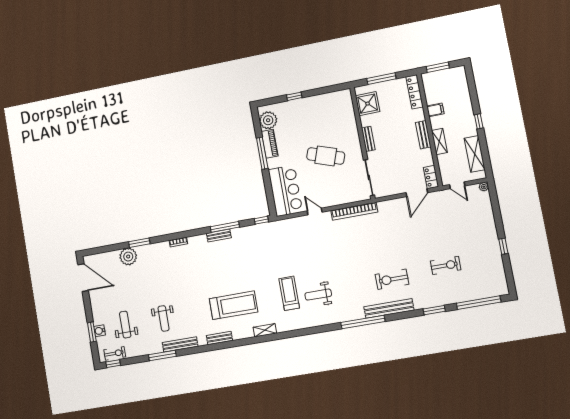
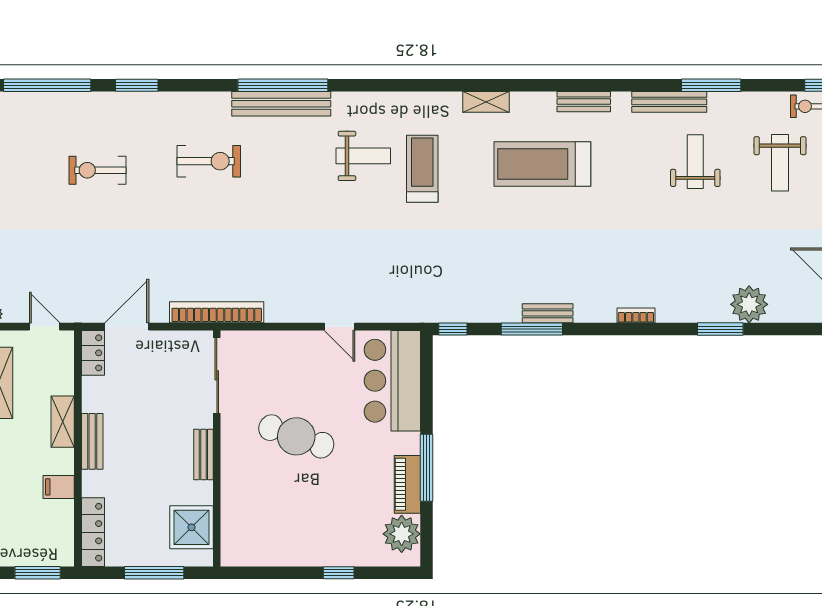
bookcase: (354, 211) -> (217, 312), moved
treadmill: (289, 293) -> (422, 169), turned 180
bench: (389, 308) -> (281, 104), moved

